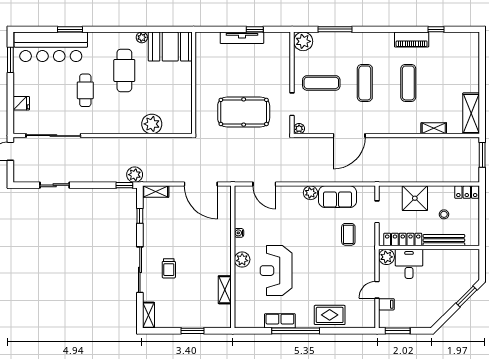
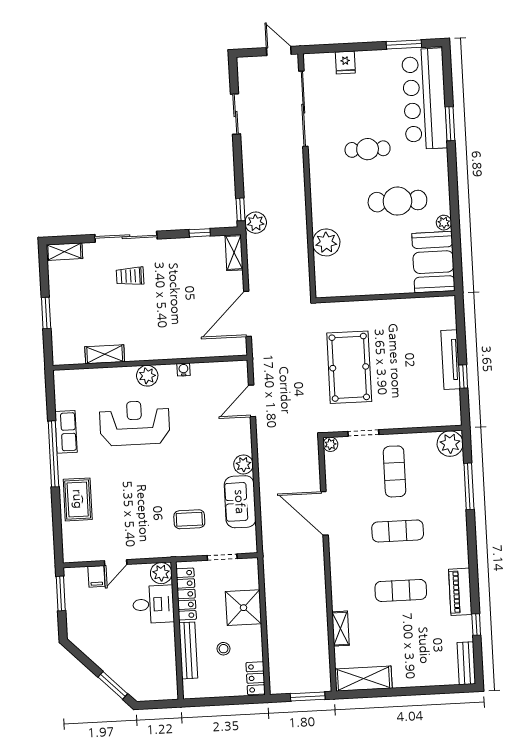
bench: (464, 38) -> (466, 663), added
door: (377, 290) -> (116, 563), swing flipped

